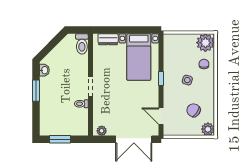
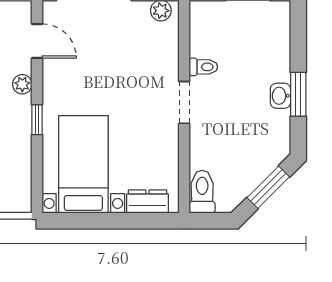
window: (50, 46) -> (268, 187), added
washbasin: (44, 70) -> (280, 96), moved
plant: (168, 95) -> (22, 84), added

